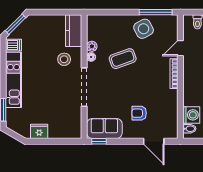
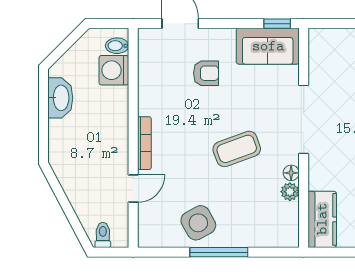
window: (156, 12) -> (219, 252), moved
stool: (64, 59) -> (339, 169), removed
coffee table: (123, 59) -> (237, 149), moved

